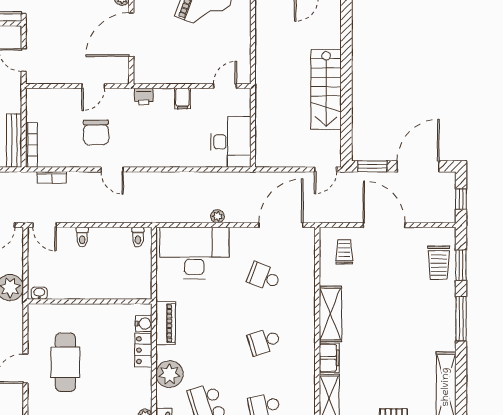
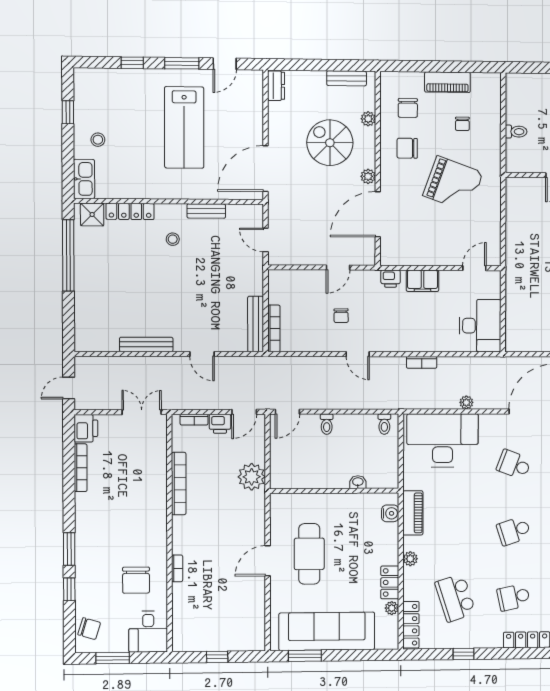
filing cabinet: (183, 99) -> (422, 281), width x2.00
chair: (96, 132) -> (341, 316), width x0.54, depth x0.54
bookcase: (52, 177) -> (422, 362), moved
door: (44, 225) -> (287, 412), hinge flipped
washbasin: (39, 293) -> (358, 482), moved
locker: (143, 350) -> (390, 582), moved
plant: (169, 374) -> (410, 559), width x0.53, depth x0.53

